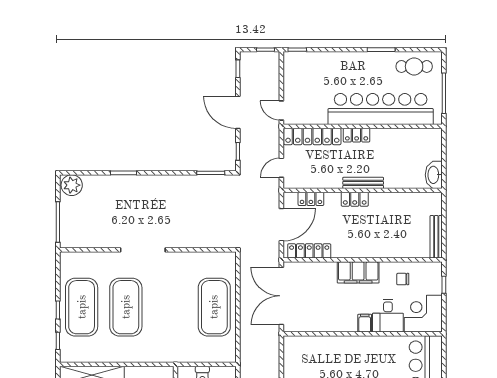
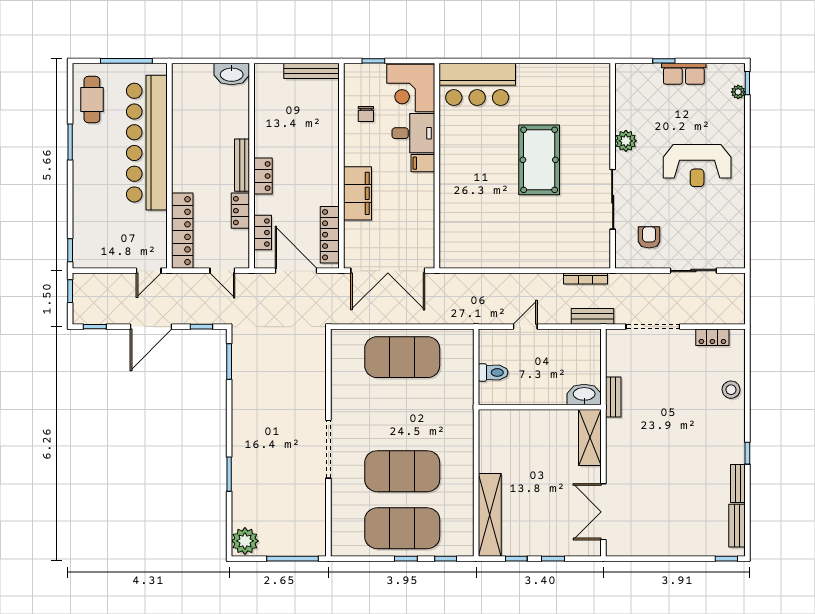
locker: (357, 135) -> (240, 211), moved, turned 180
filing cabinet: (358, 272) -> (358, 193), moved

